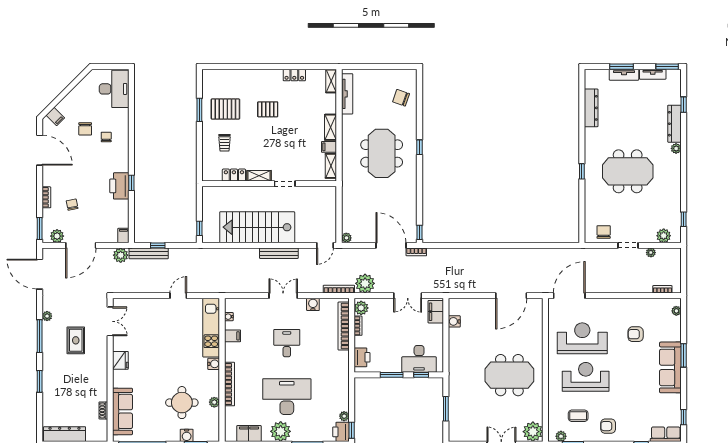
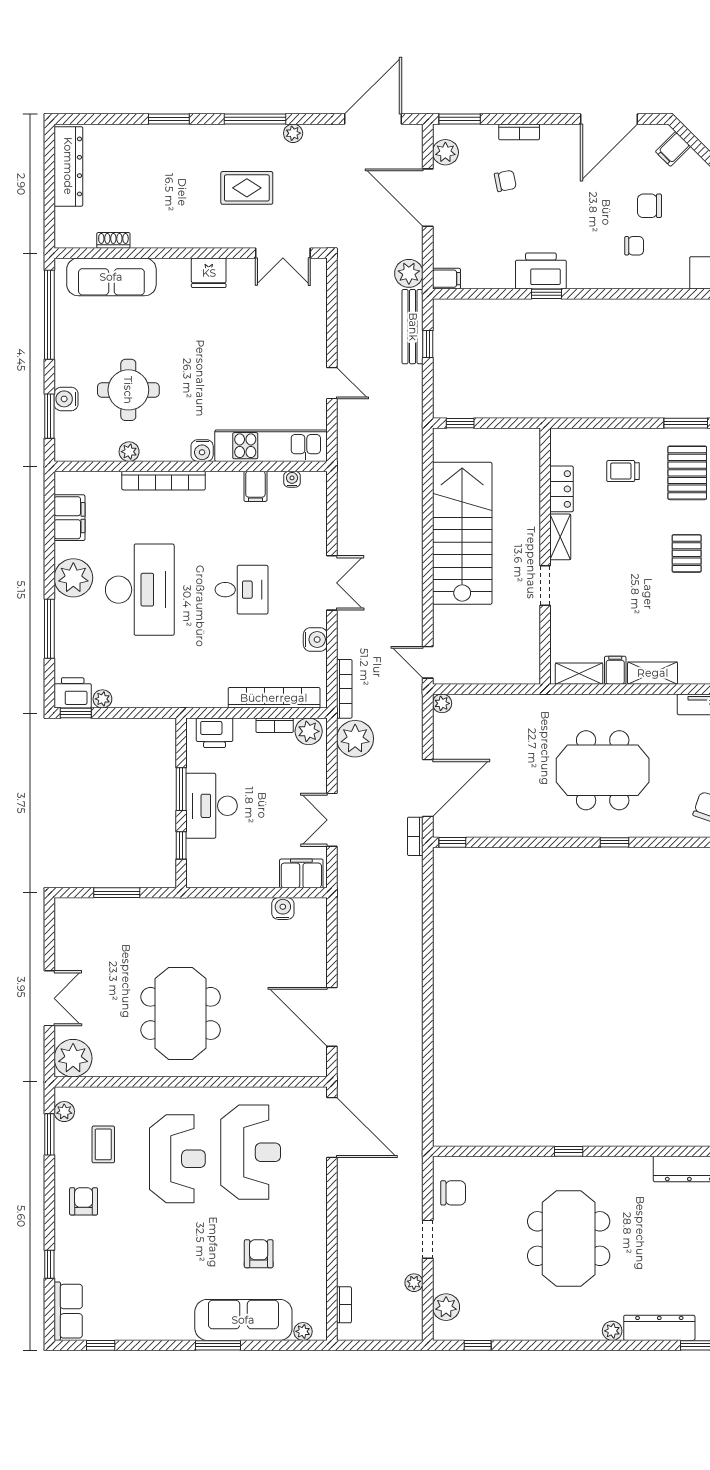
bench: (279, 253) -> (413, 575), removed
desk: (419, 359) -> (212, 806), moved
sofa: (670, 367) -> (243, 1320), moved

